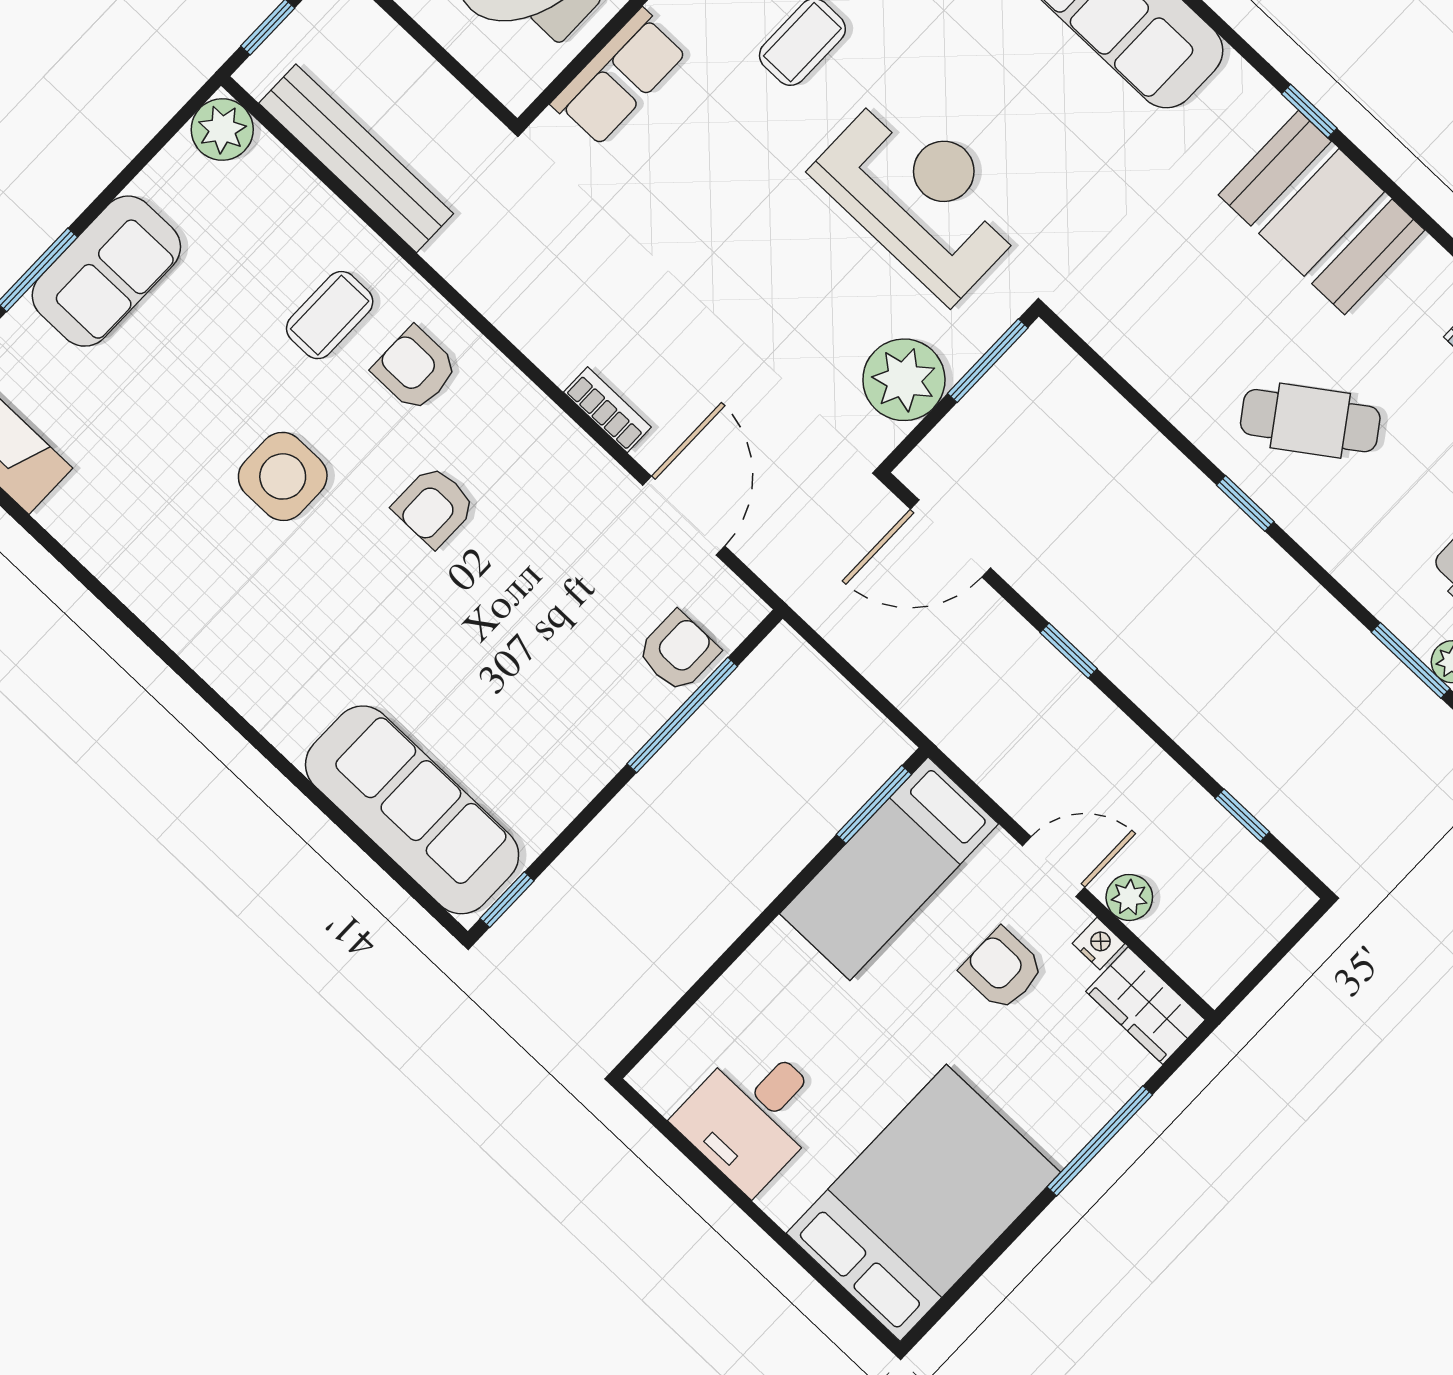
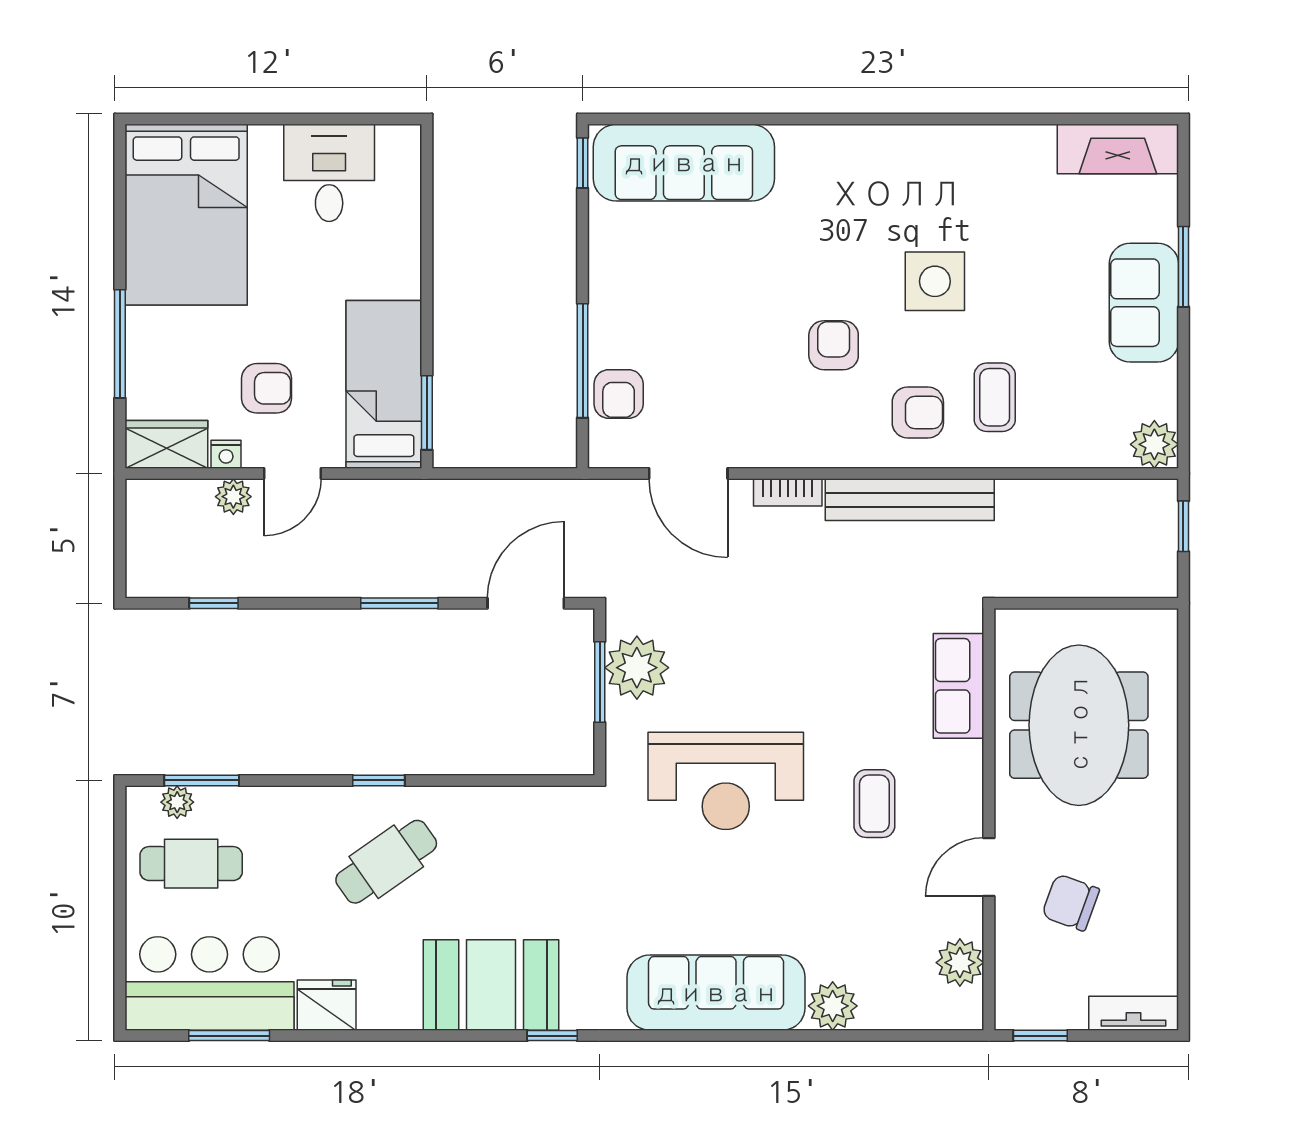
bench: (356, 158) -> (910, 500), moved
window: (988, 361) -> (600, 682), moved
window: (1069, 651) -> (399, 603), width x1.50

